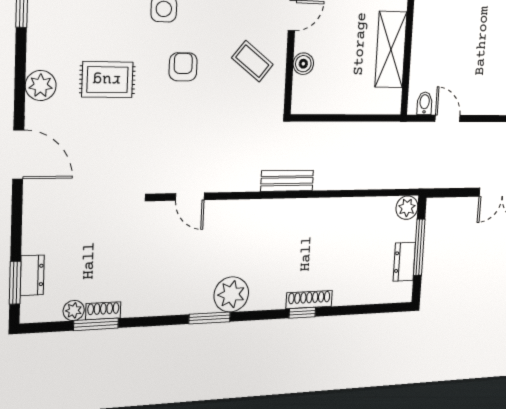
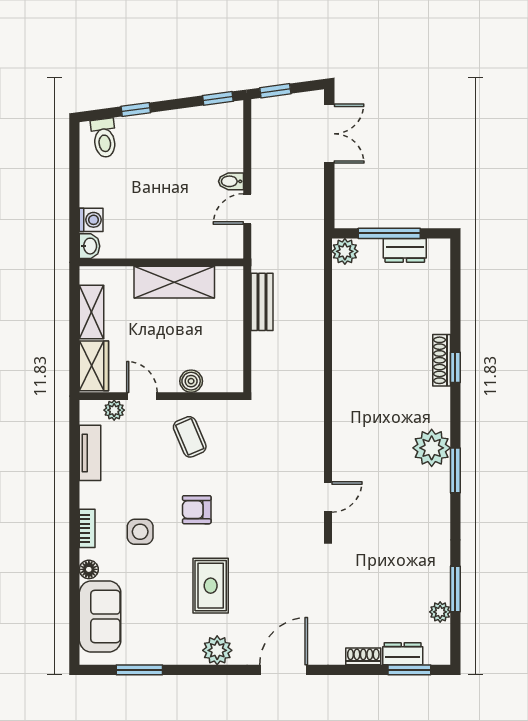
coffee table: (252, 61) -> (190, 437), turned -61
bidet: (425, 103) -> (231, 181), moved
bench: (287, 181) -> (262, 302), moved
shoe rack: (103, 311) -> (363, 656), moved, turned 90

